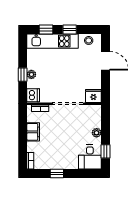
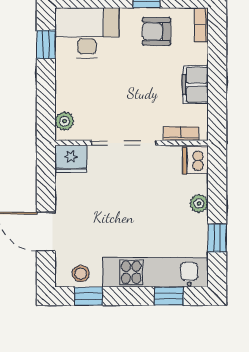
window: (70, 30) -> (89, 296), moved
window: (23, 75) -> (217, 238), moved
plant: (97, 133) -> (64, 121), moved
desk: (90, 157) -> (87, 33), width x1.37
armchair: (52, 158) -> (156, 31), added

